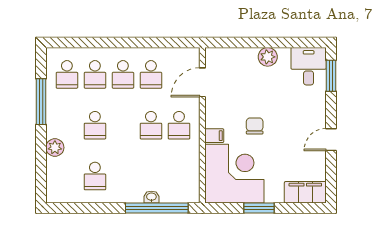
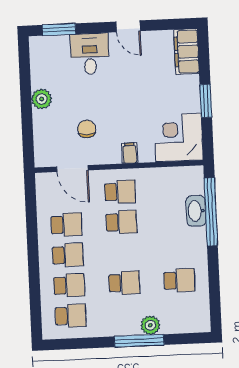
desk: (309, 66) -> (90, 54), moved, turned 90
window: (41, 102) -> (139, 341), moved
chair: (255, 126) -> (87, 129), moved, turned 90
corner desk: (234, 174) -> (179, 137), width x0.74, depth x0.74
washbasin: (151, 197) -> (196, 211), width x1.91, depth x1.45

